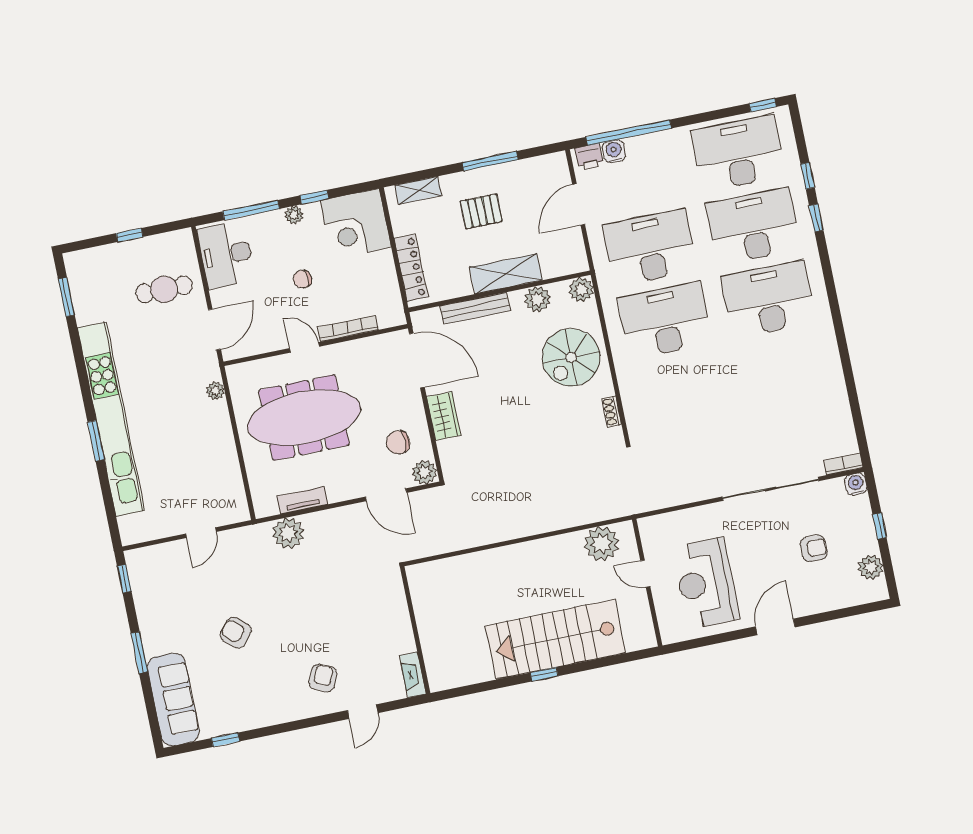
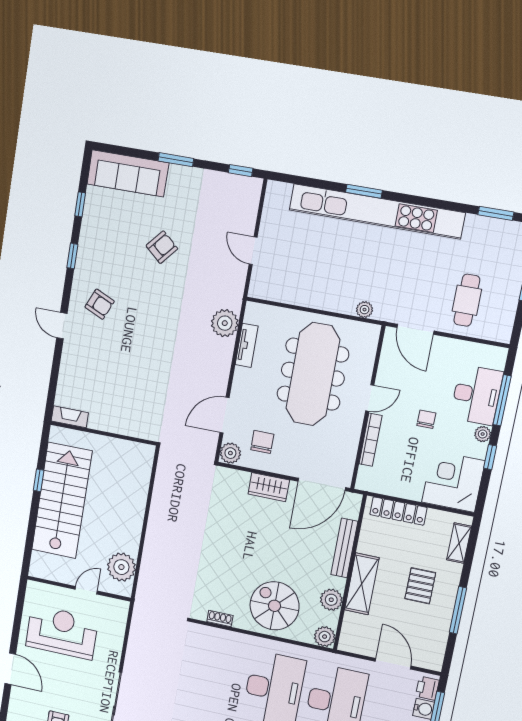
desk: (226, 255) -> (477, 395), moved, turned 90
wall: (415, 630) -> (103, 433), moved
fireplace: (413, 675) -> (70, 417), moved
window: (283, 728) -> (72, 256), added

